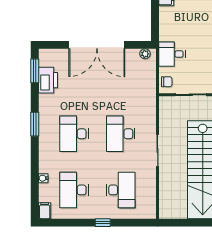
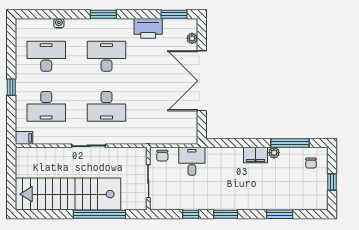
plant: (145, 54) -> (192, 38), moved
printer: (48, 80) -> (148, 28), moved
window: (35, 124) -> (103, 14), moved
desk: (121, 134) -> (106, 106), turned 180
filing cabinet: (45, 211) -> (24, 138), moved

